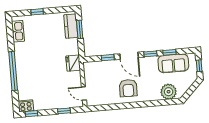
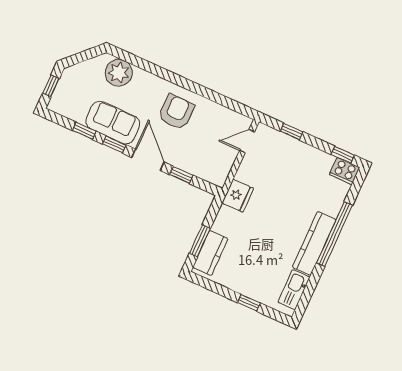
kitchen counter: (21, 60) -> (314, 243), added
sofa: (173, 63) -> (113, 123), moved
door: (84, 93) -> (247, 141), swing flipped

